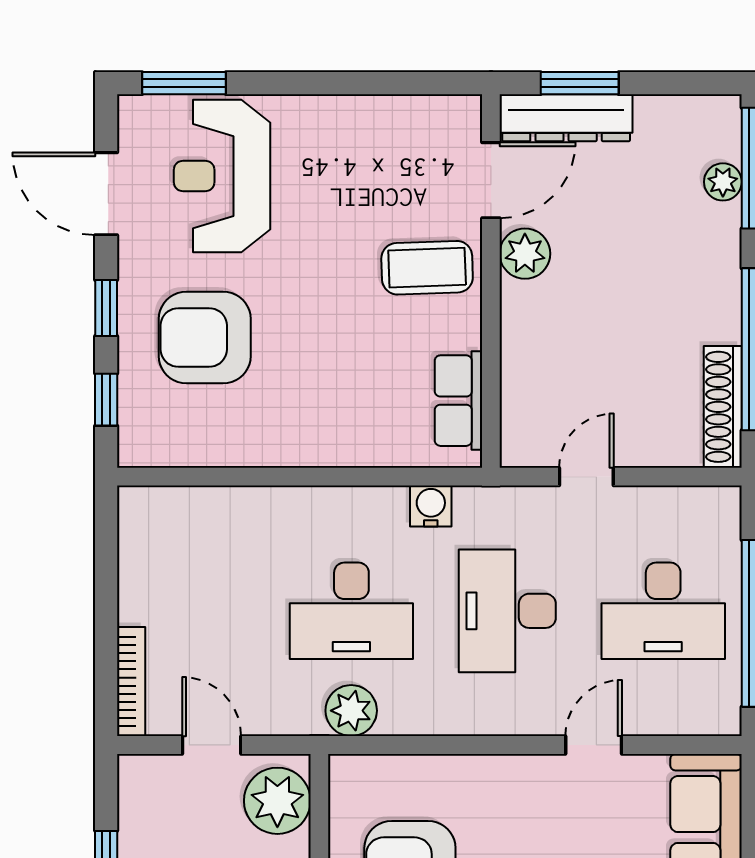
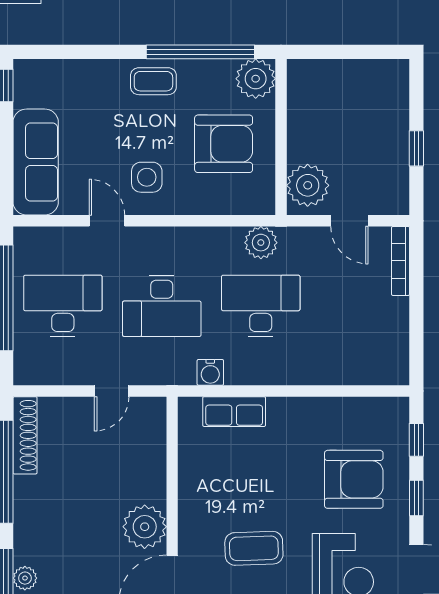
plant: (525, 254) -> (145, 527), width x1.36, depth x1.36
coffee table: (427, 268) -> (254, 548), moved
row of seats: (459, 401) -> (234, 412), moved, turned 90
desk: (507, 611) -> (162, 306), turned 90
door: (594, 745) -> (107, 221), swing flipped
side table: (531, 814) -> (147, 177), added

